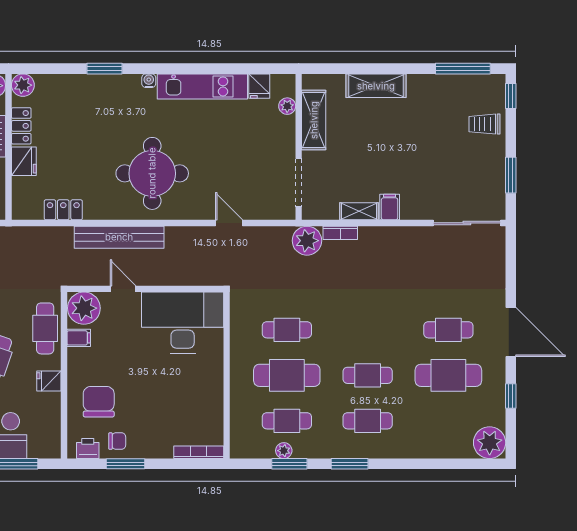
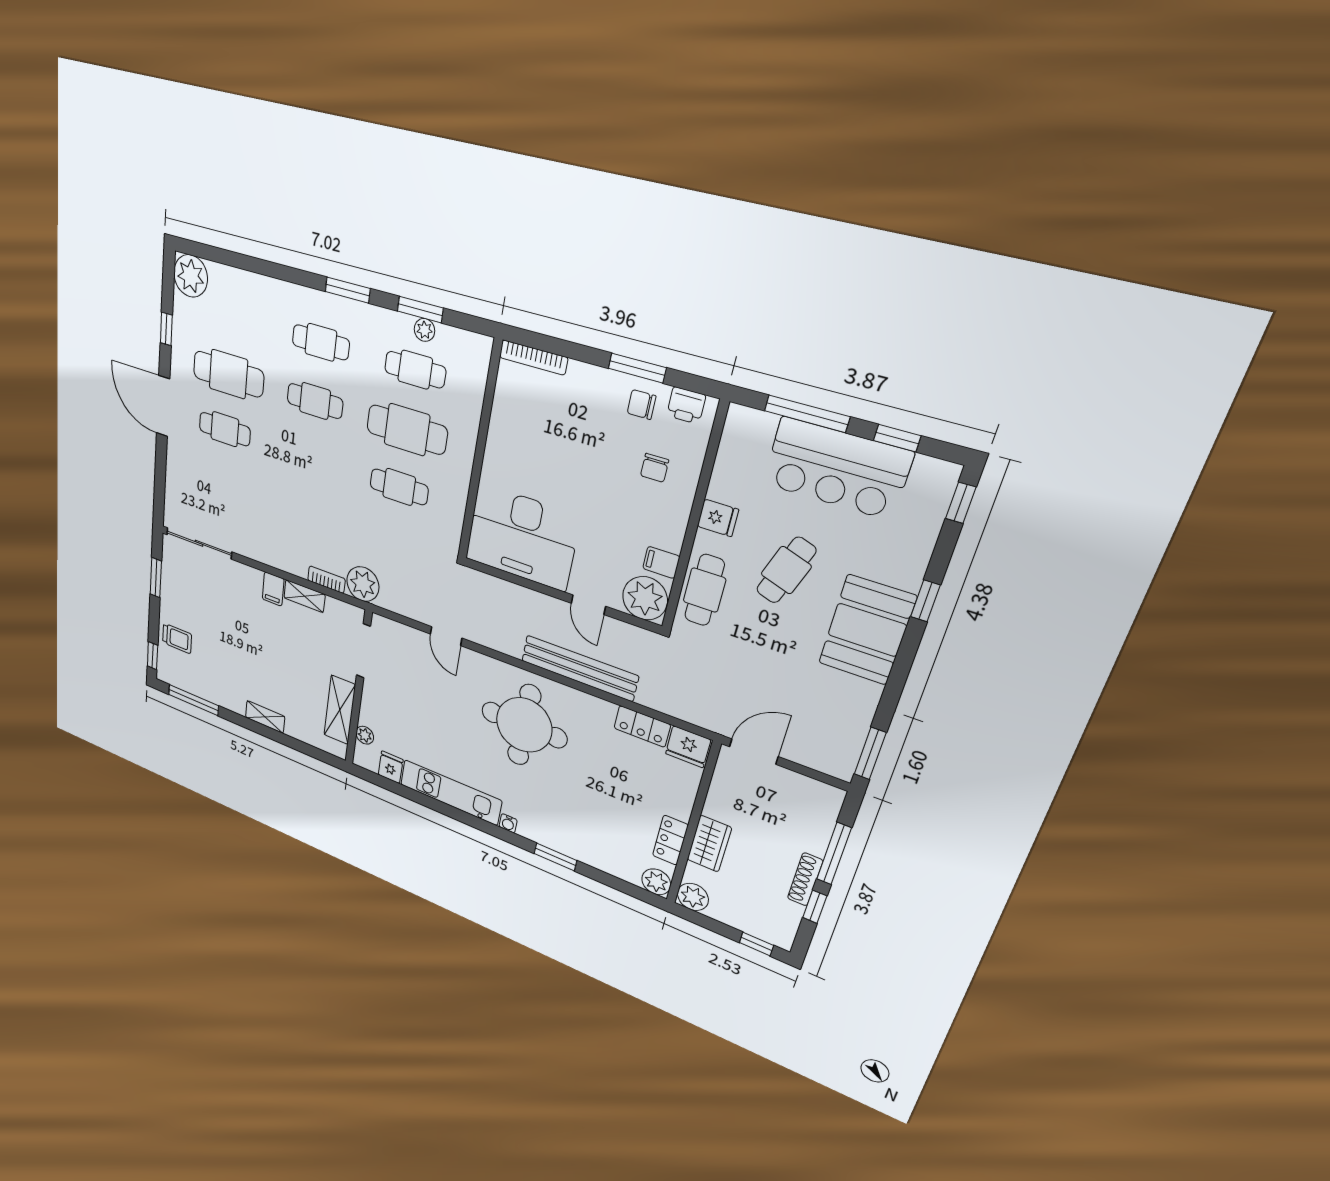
shelving: (376, 86) -> (265, 717), width x0.67, depth x0.75
fridge: (24, 161) -> (688, 747), moved, turned -90
chair: (99, 402) -> (655, 468), width x0.54, depth x0.54

